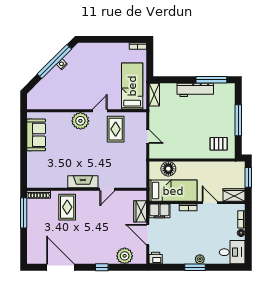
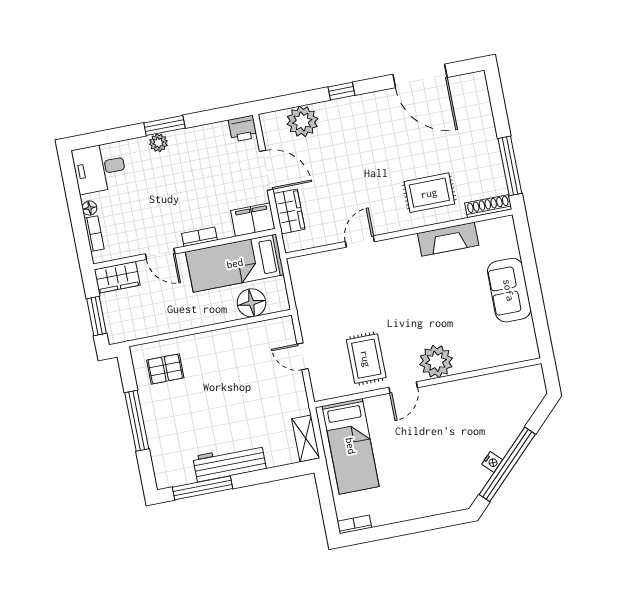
sofa: (36, 135) -> (509, 290), moved
fireplace: (83, 182) -> (448, 239), moved
rug: (67, 207) -> (429, 193), turned 90

